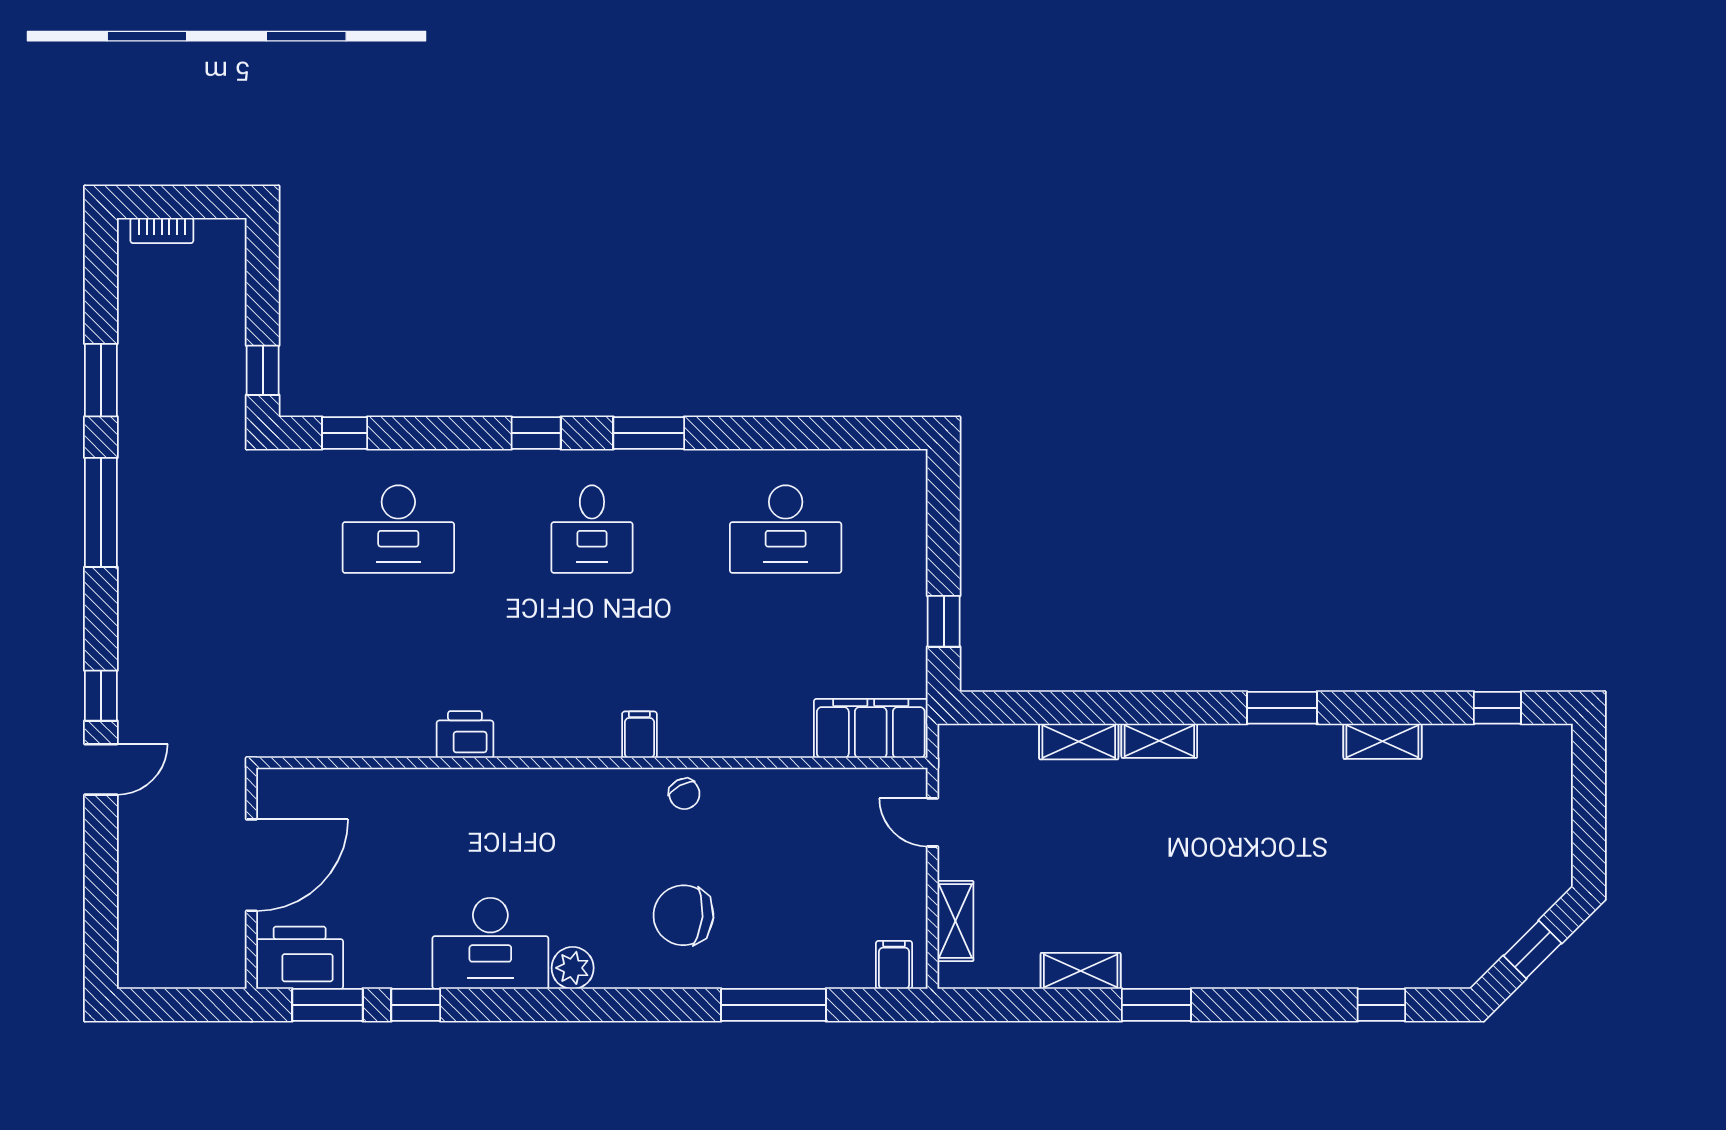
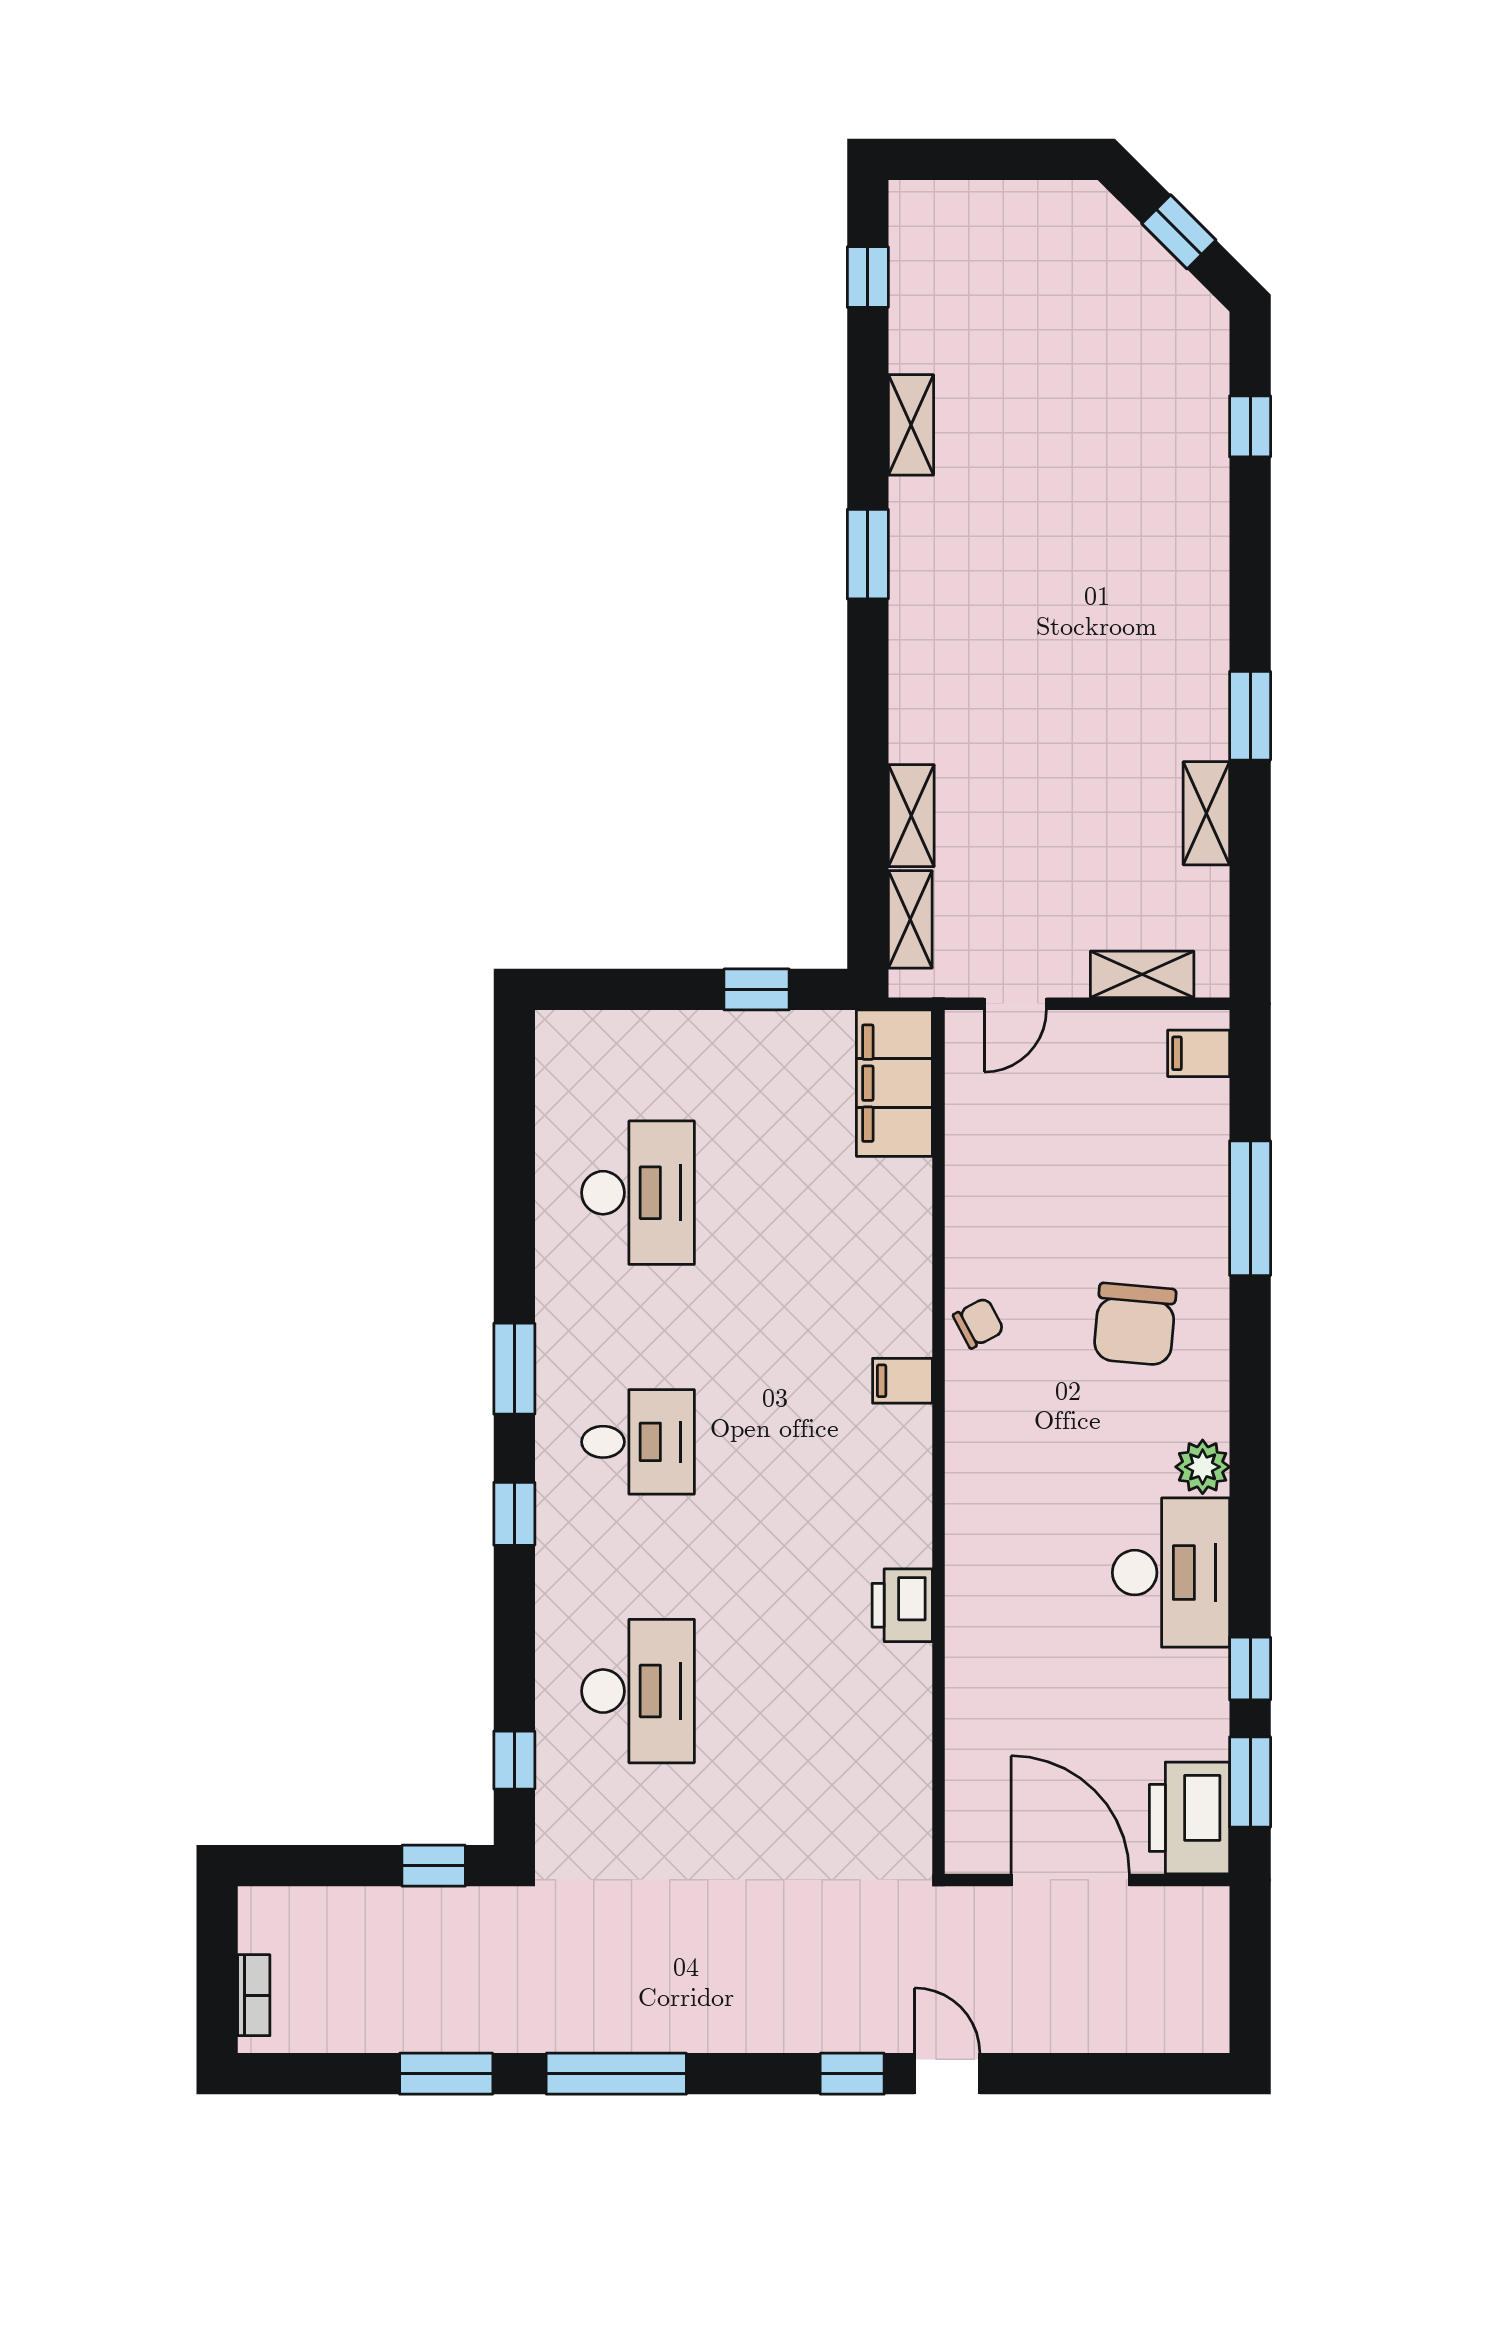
shelving: (1159, 741) -> (910, 919), moved

